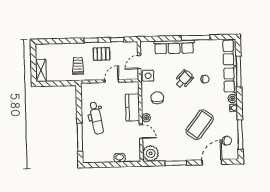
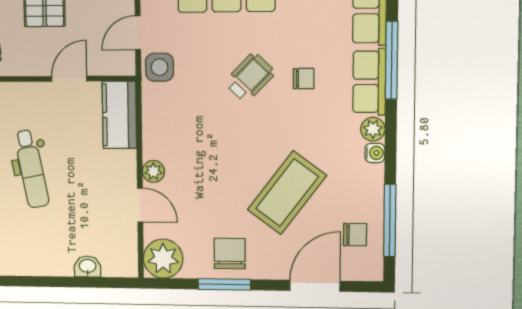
chair: (157, 98) -> (230, 254), moved
kitchen counter: (132, 107) -> (119, 115), moved

